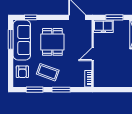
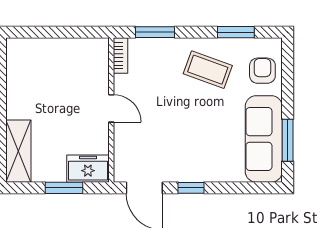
window: (31, 17) -> (191, 188), moved
dining table: (52, 42) -> (198, 135), removed
door: (93, 54) -> (111, 108), hinge flipped
window: (61, 90) -> (155, 32), moved

